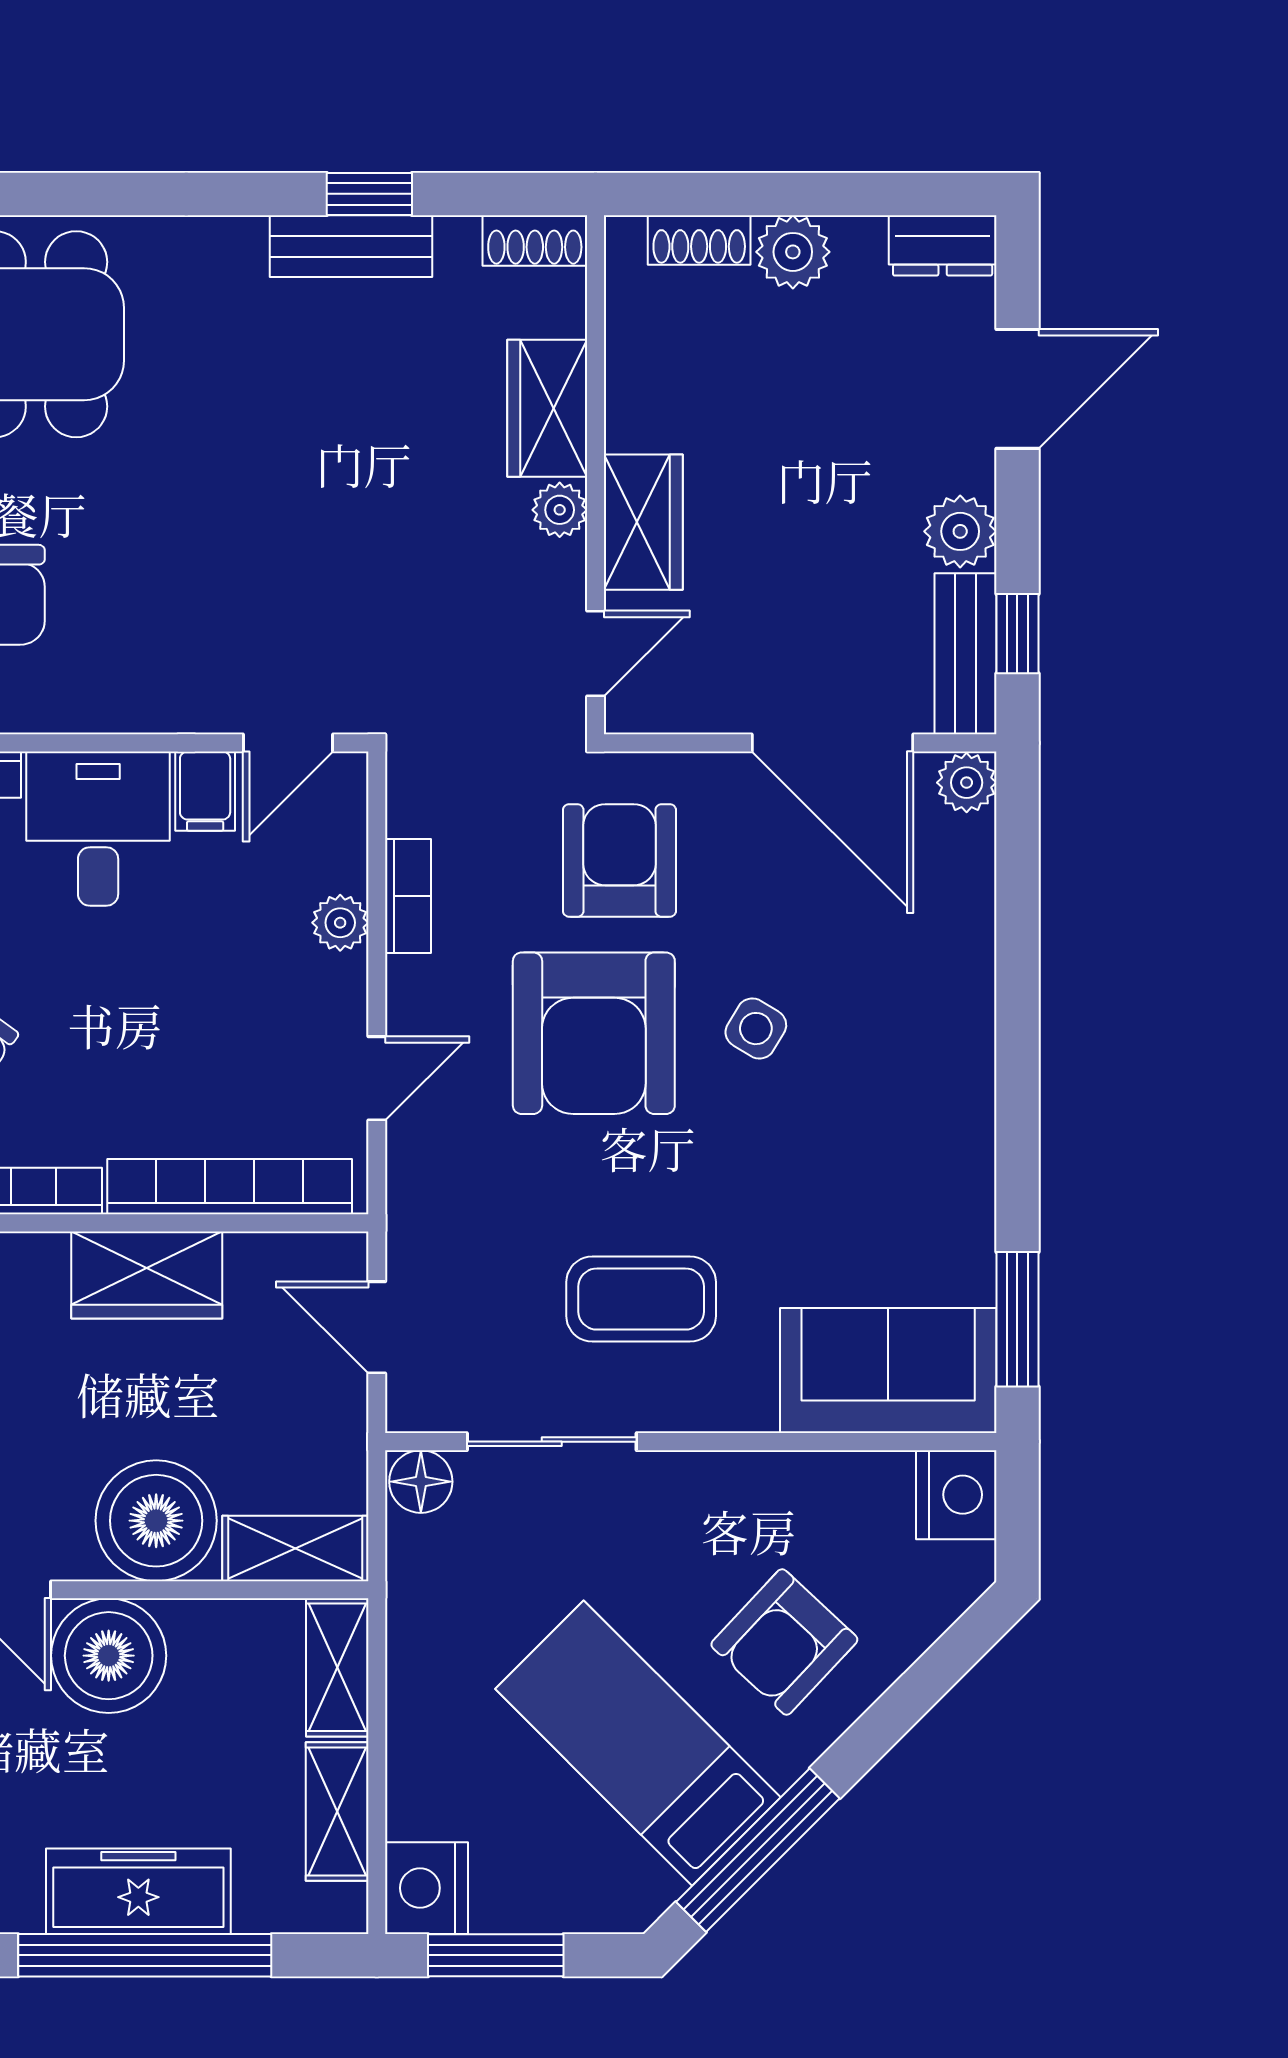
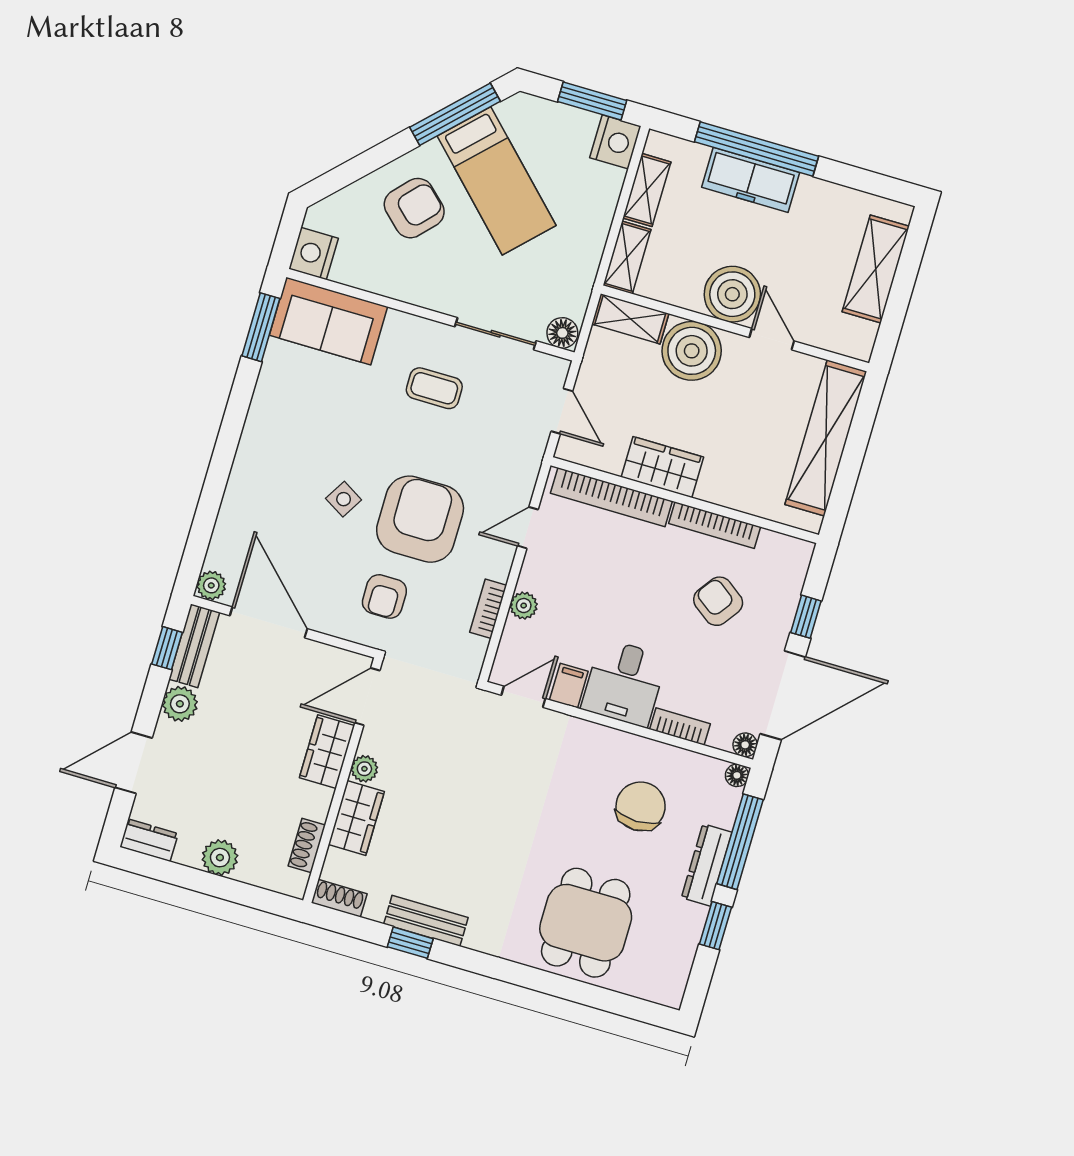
shoe rack: (699, 240) -> (307, 846), moved, turned -90
door: (596, 654) -> (367, 697), width x1.38
armchair: (619, 860) -> (384, 596), width x0.72, depth x0.72
coffee table: (641, 1299) -> (434, 388), width x0.73, depth x0.77

